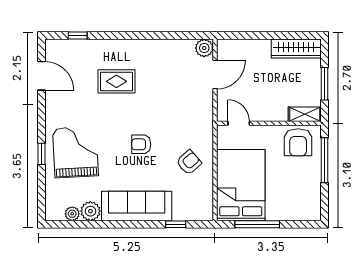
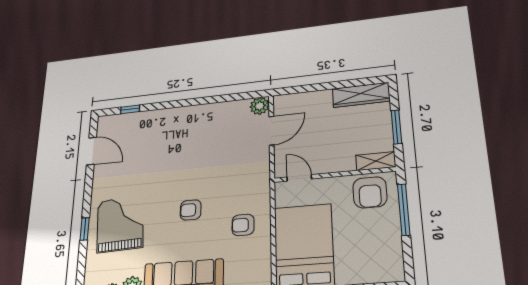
rug: (116, 81) -> (167, 148), removed
armchair: (189, 162) -> (243, 225), turned -139

